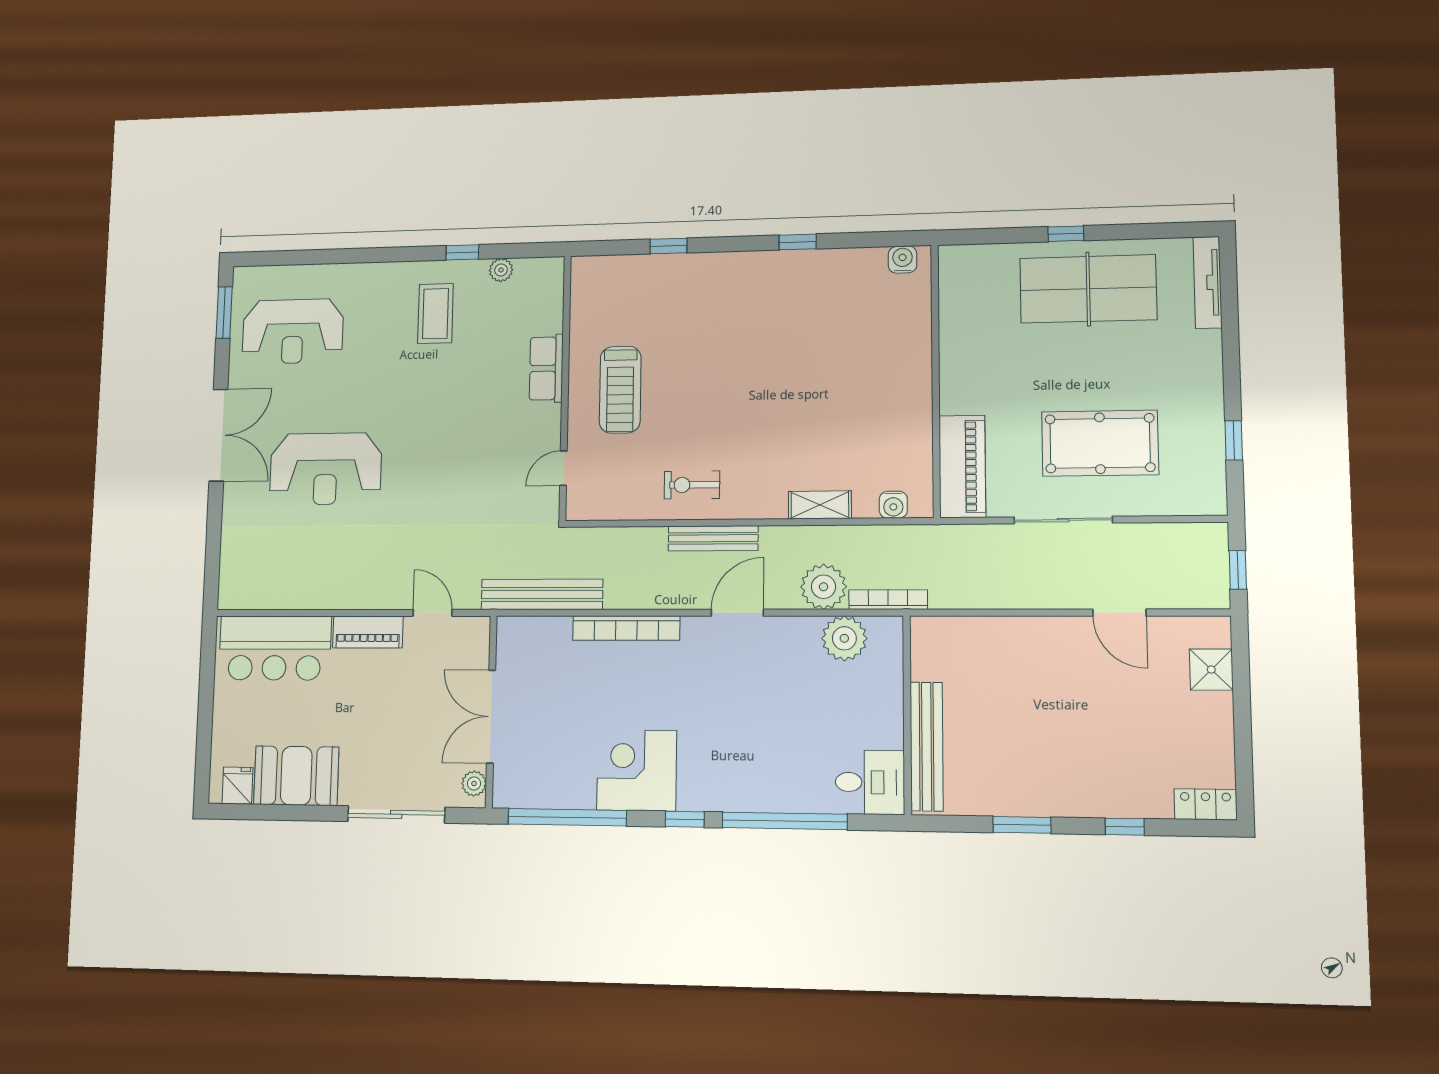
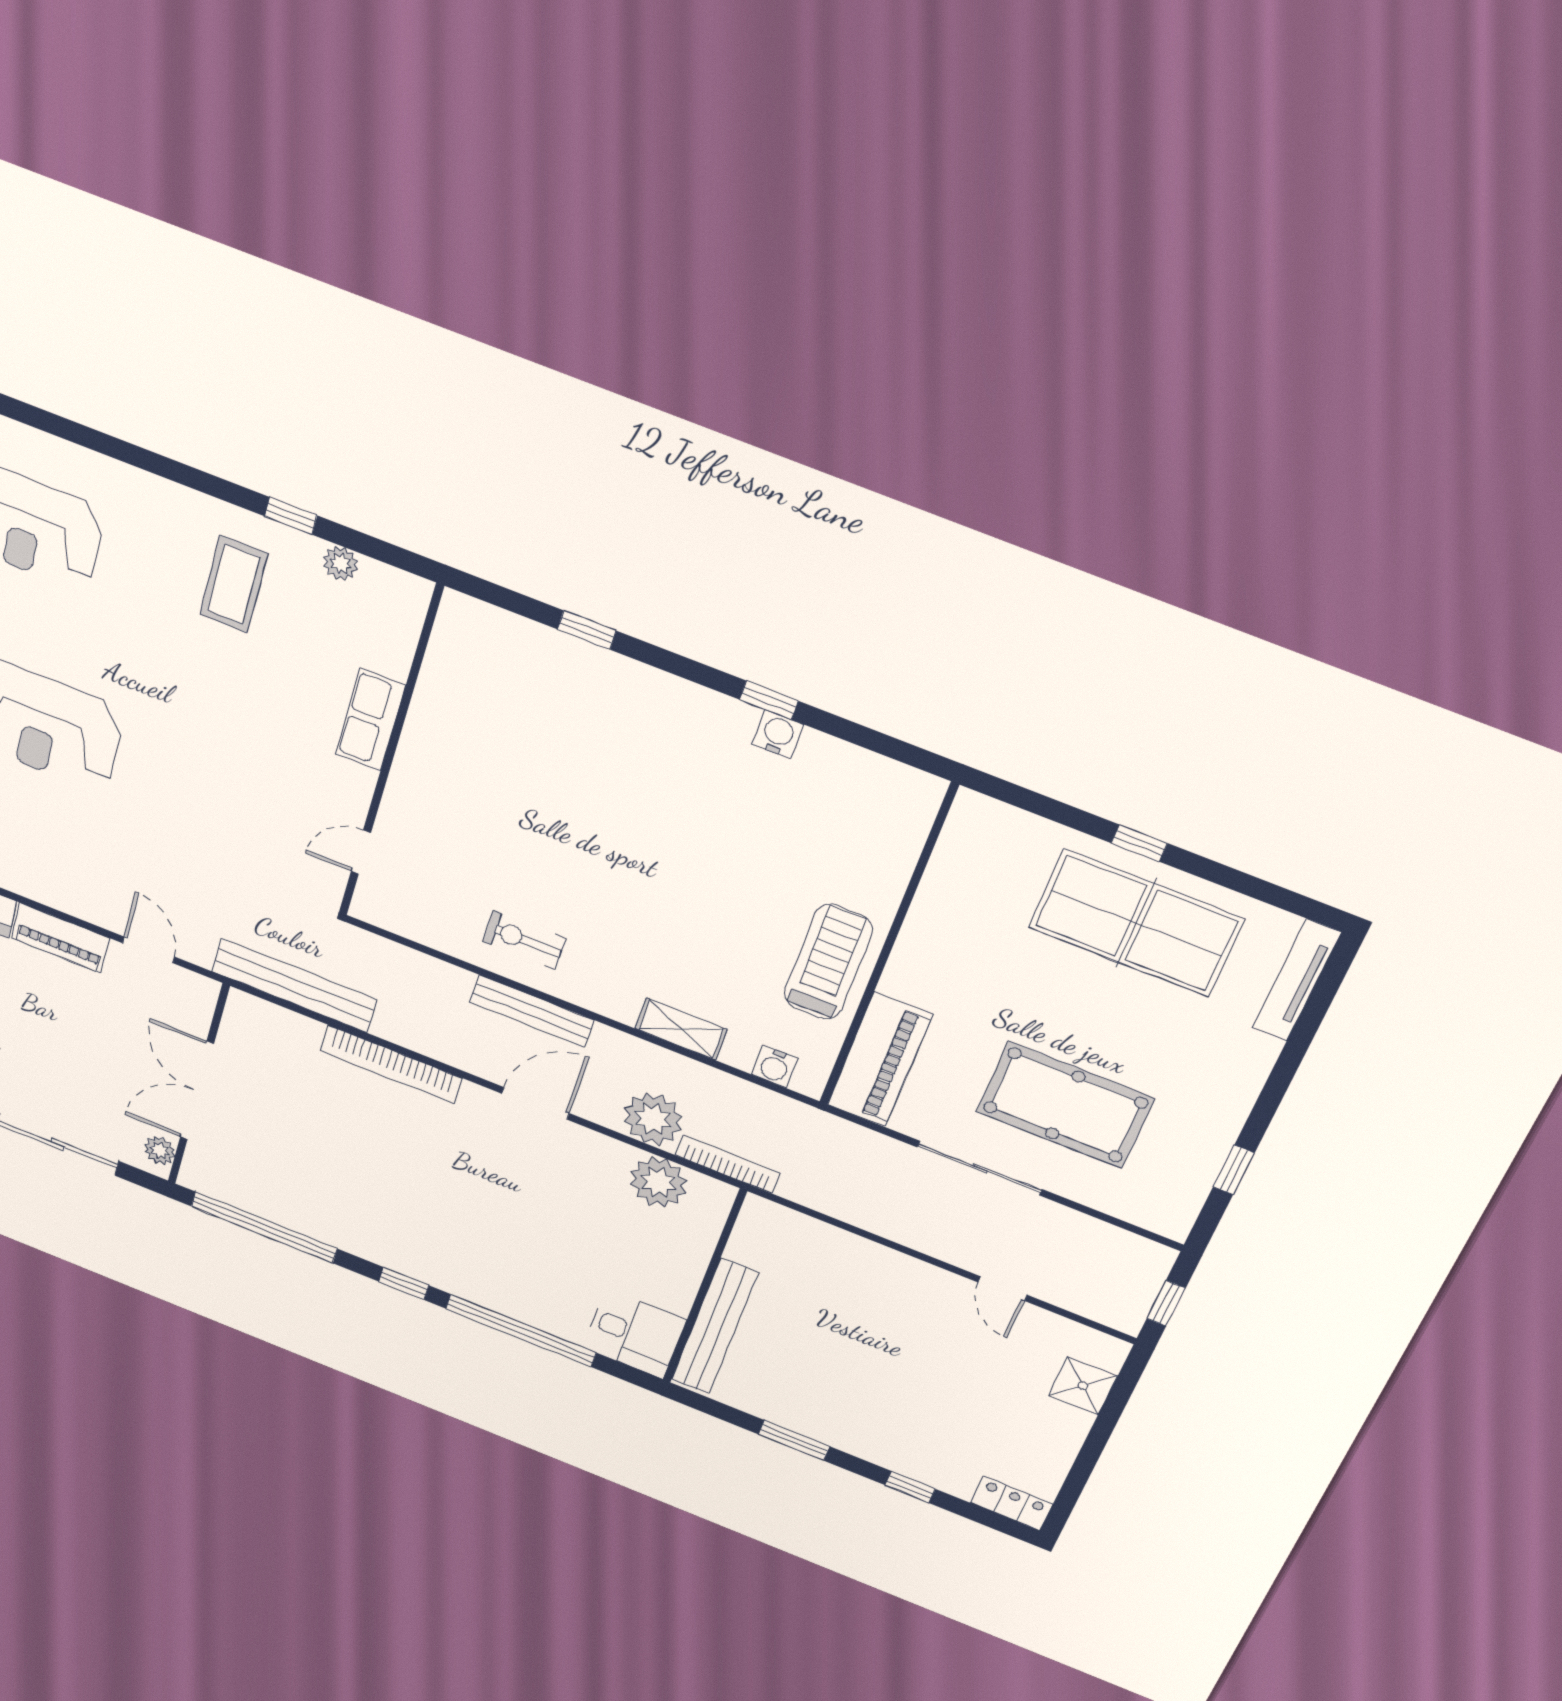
water cooler: (903, 260) -> (778, 734), moved
treadmill: (620, 390) -> (828, 962), moved, turned 180
door: (1119, 613) -> (1003, 1289), width x0.73
corner desk: (637, 770) -> (361, 1214), removed

